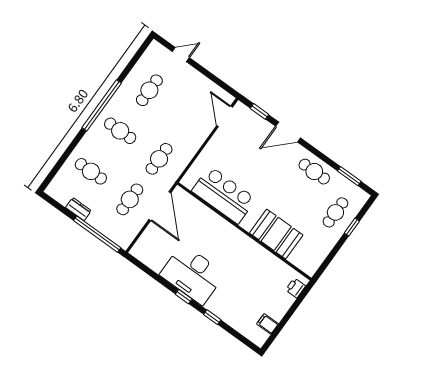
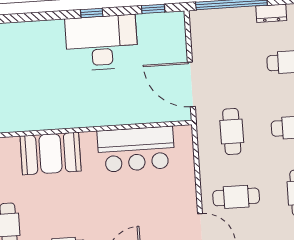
cafe table: (130, 199) -> (236, 197), moved, turned 90
window: (212, 317) -> (153, 9), moved

